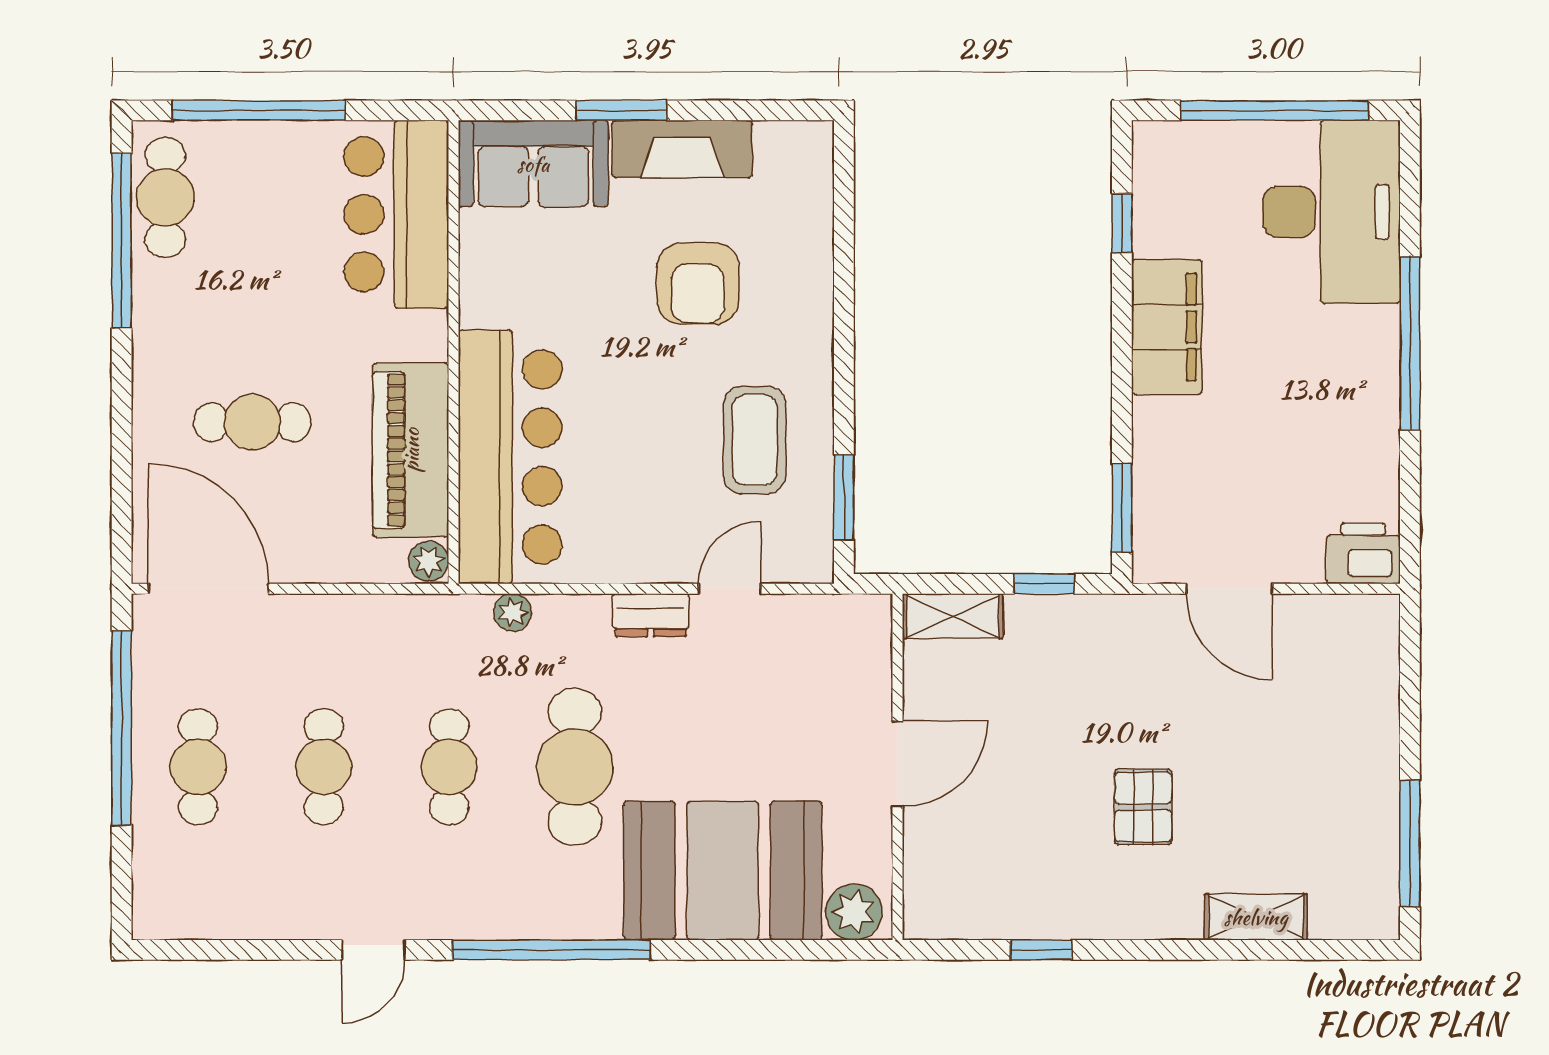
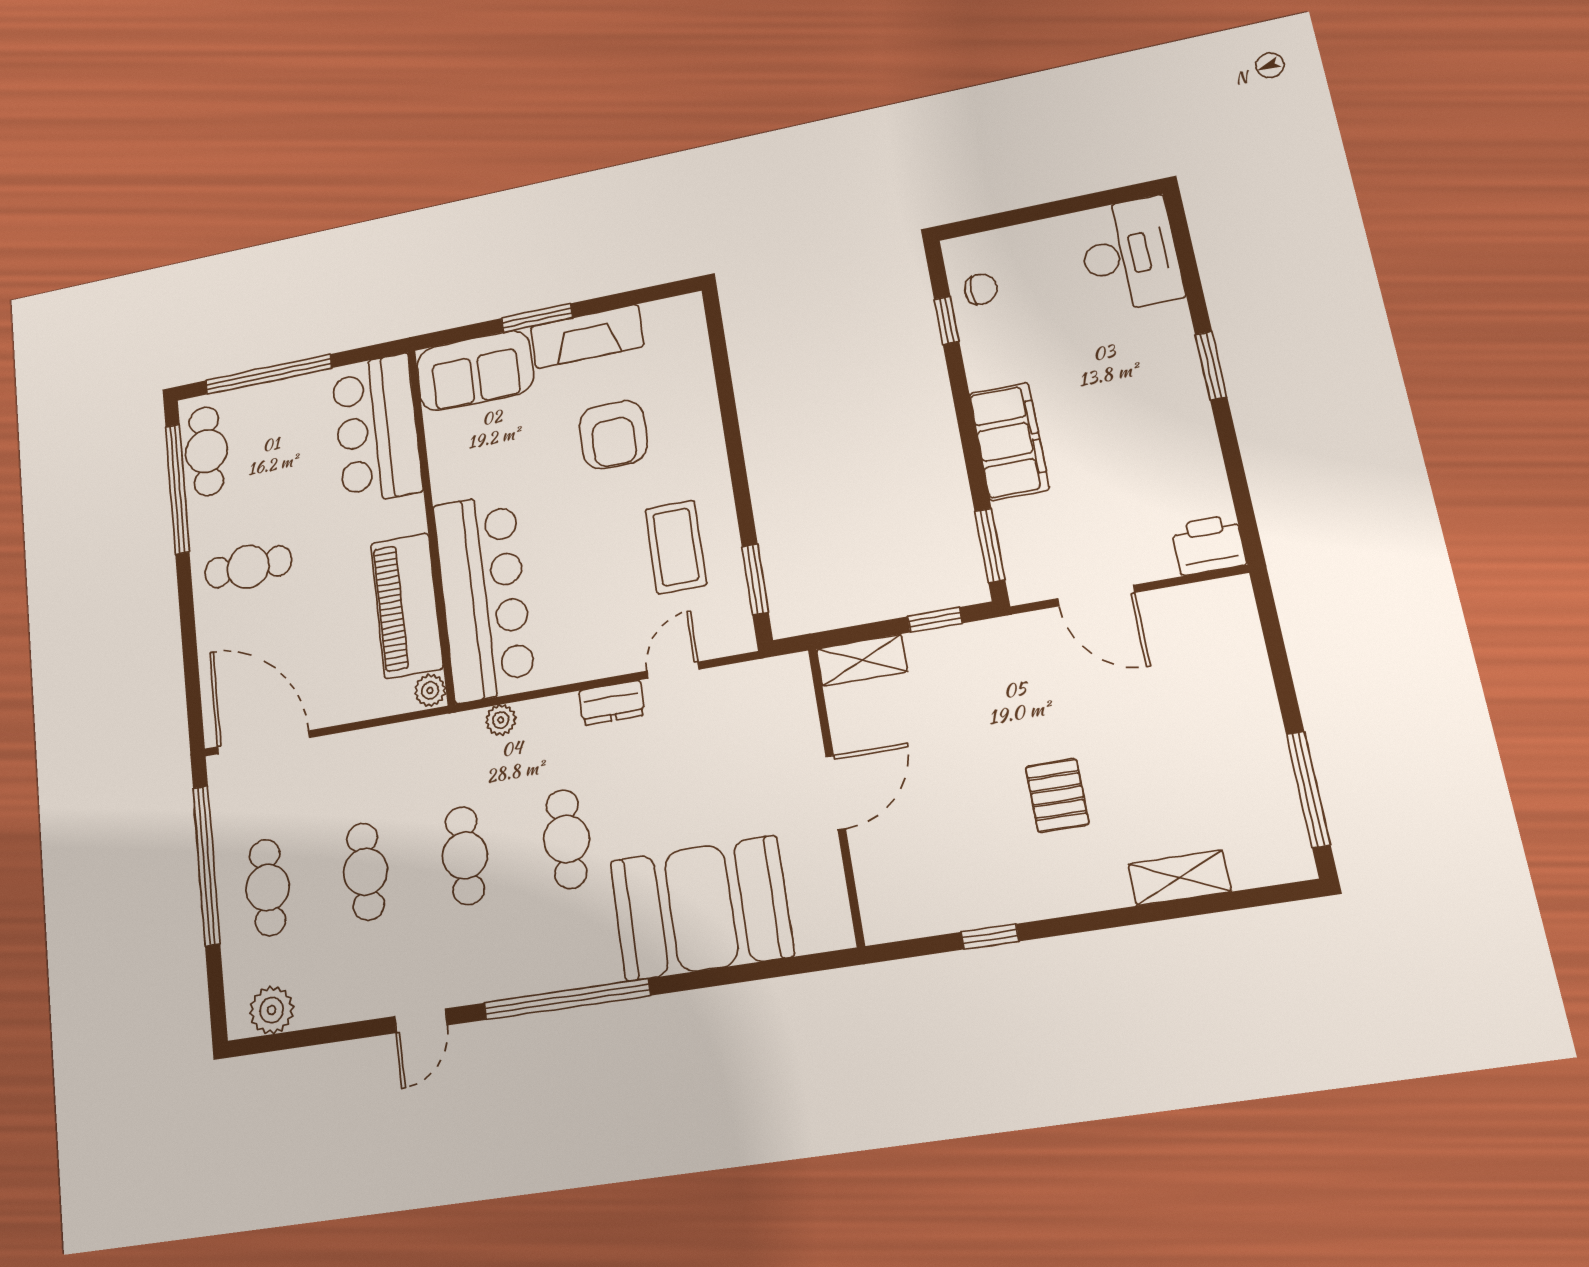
window: (1275, 110) -> (1056, 209), removed
chair: (1169, 193) -> (981, 289), added
desk: (1332, 212) -> (1130, 254), width x0.73, depth x0.77
filing cabinet: (1167, 327) -> (1009, 441), moved
window: (1410, 343) -> (1211, 366), width x0.47
cafe table: (252, 422) -> (248, 567), moved
cafe table: (575, 767) -> (566, 839), width x0.73, depth x0.74
plant: (854, 912) -> (272, 1010), moved

